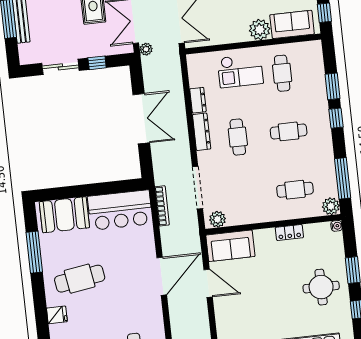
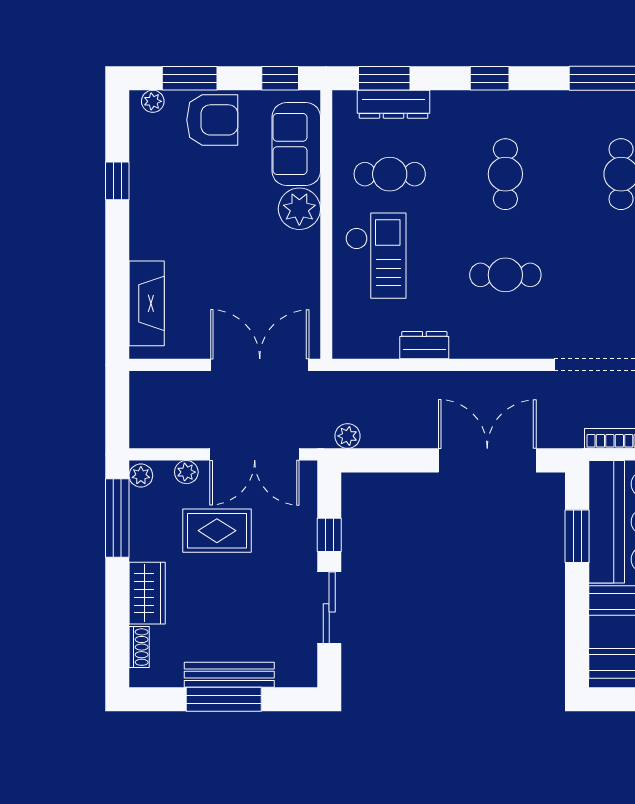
plant: (146, 49) -> (348, 436), moved
window: (332, 86) -> (384, 78), moved
double door: (141, 119) -> (487, 460), moved
dresser: (202, 132) -> (394, 104), moved, turned 180
window: (110, 188) -> (577, 536), added

